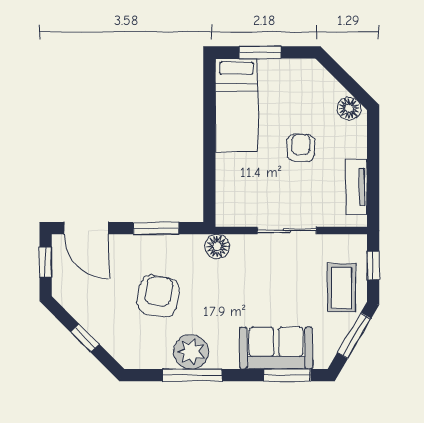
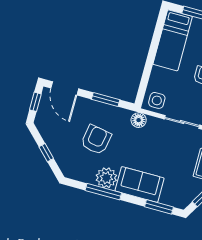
side table: (237, 207) -> (157, 100), added
sofa: (276, 348) -> (140, 184), moved

